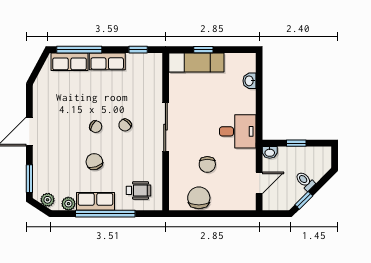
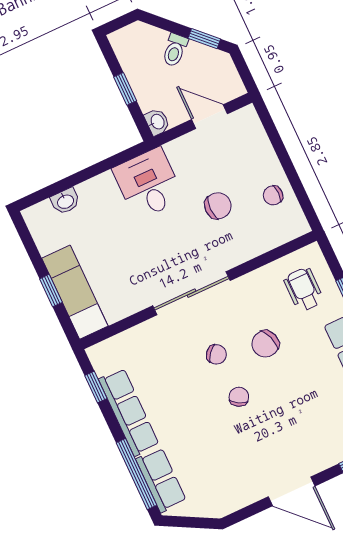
row of seats: (107, 61) -> (129, 412), width x1.48
chair: (94, 162) -> (265, 344), moved
chair: (199, 198) -> (273, 195), width x0.54, depth x0.54

